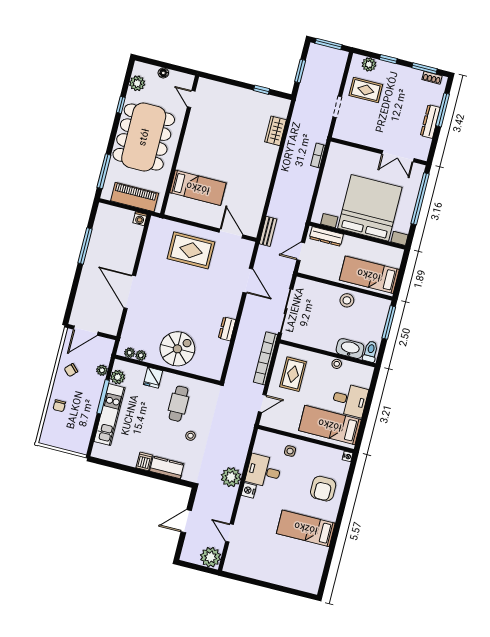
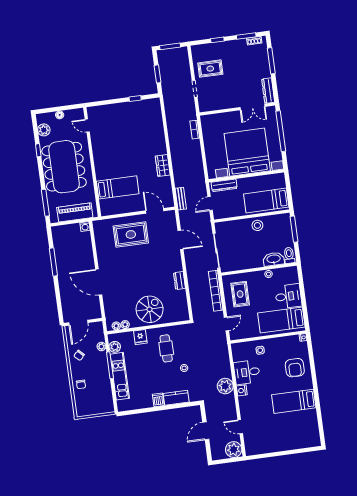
plant: (369, 64) -> (205, 49), removed
dresser: (430, 122) -> (268, 91), moved
wardrobe: (275, 131) -> (163, 166), moved

